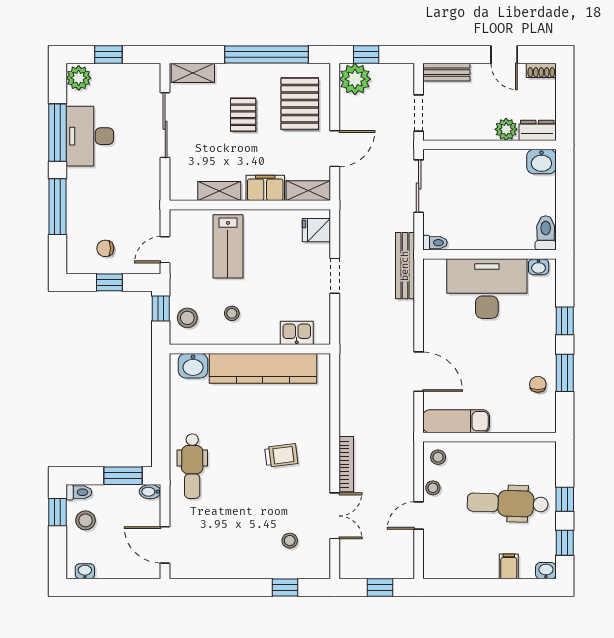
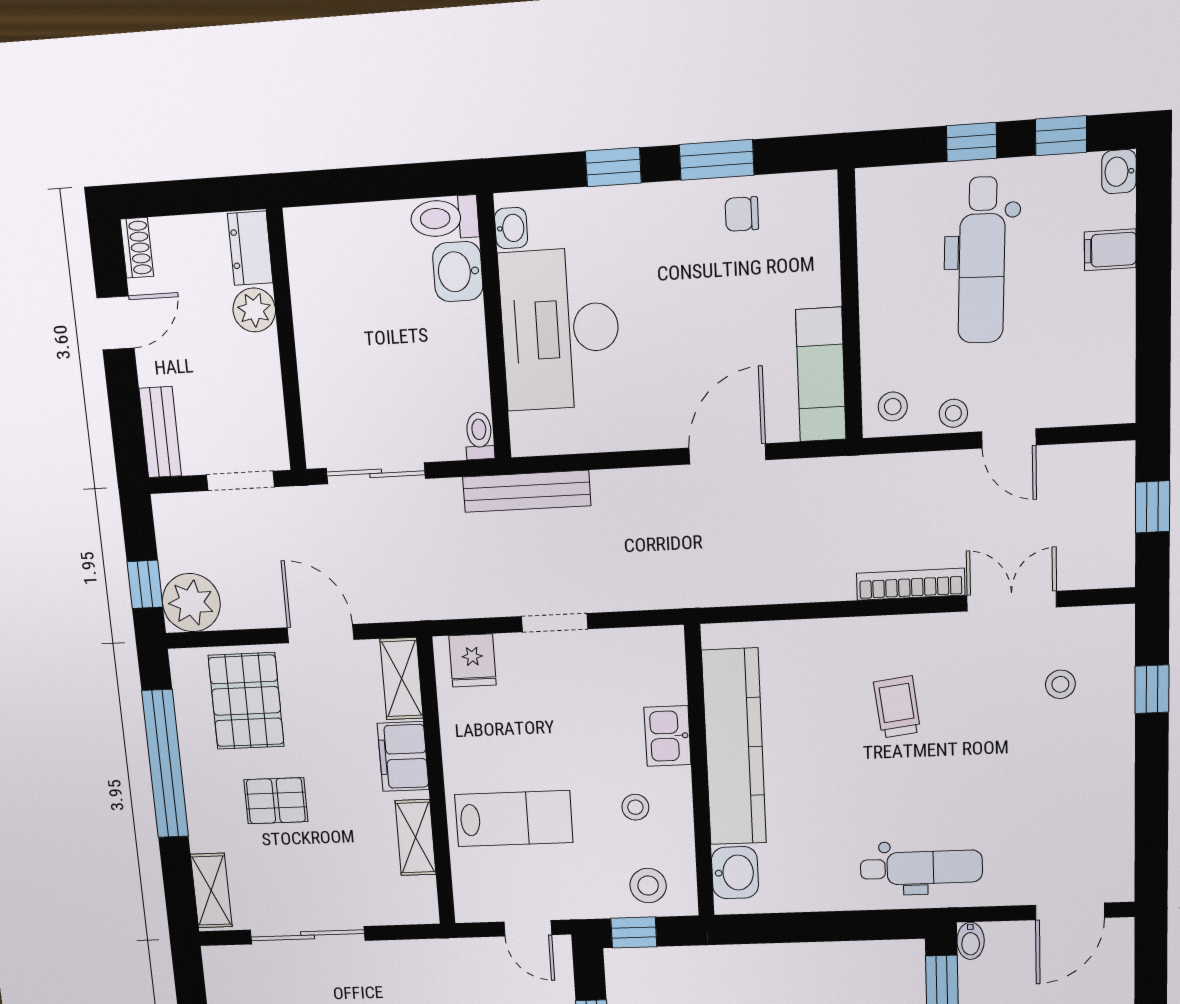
pallet: (300, 104) -> (246, 701), turned 90
washbasin: (541, 162) -> (458, 272), moved, turned 180
kitchen sink: (297, 333) -> (668, 736), moved

